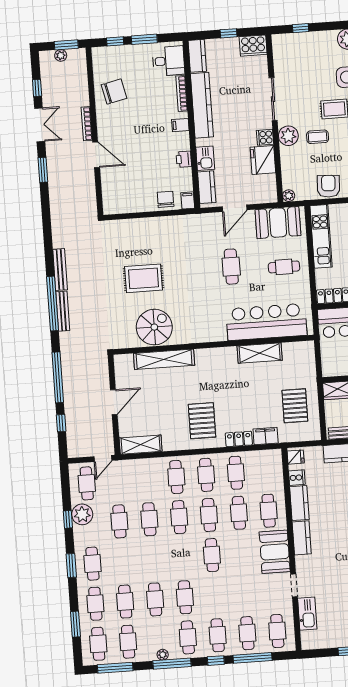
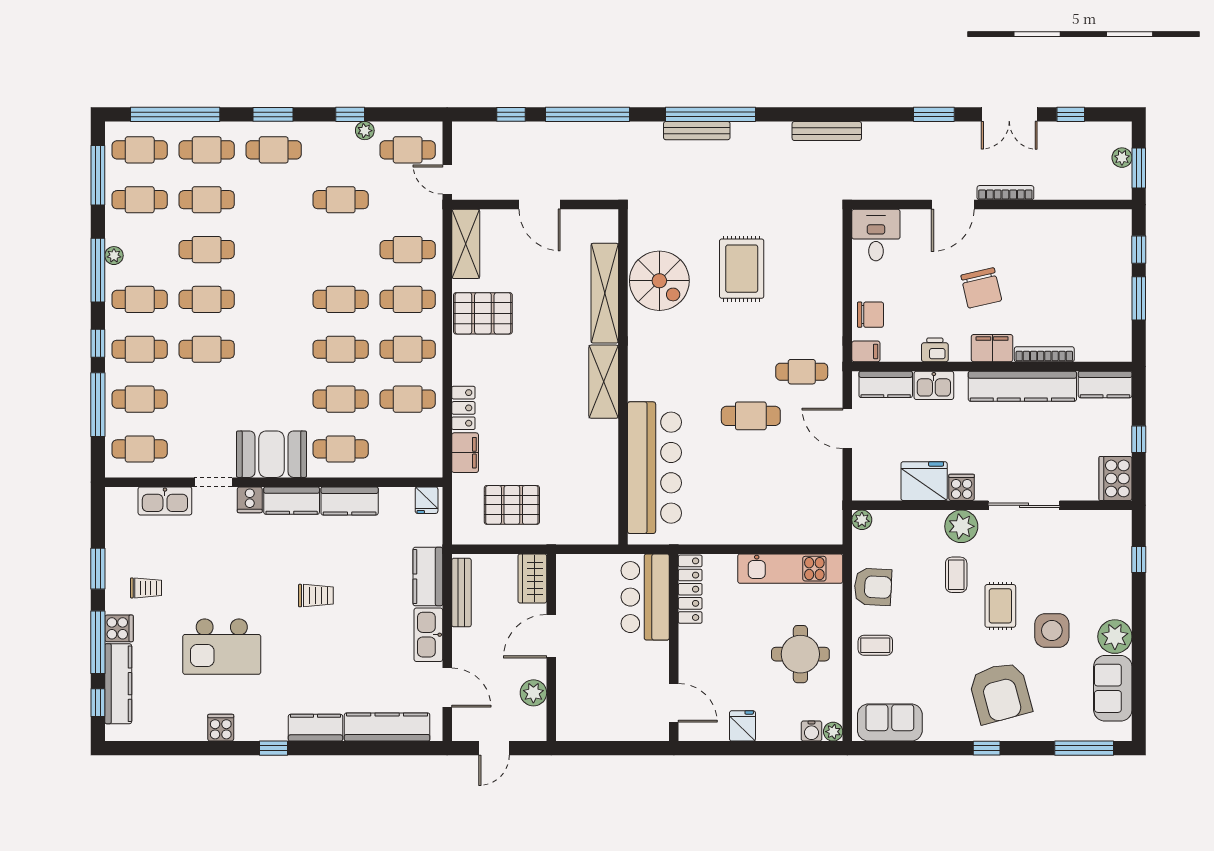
desk: (168, 61) -> (876, 235), moved, turned 180
chair: (114, 92) -> (981, 288), moved
filing cabinet: (180, 125) -> (992, 348), width x2.00
booth: (278, 223) -> (818, 499), removed
cafe table: (284, 267) -> (802, 372), moved, turned 90
bench: (60, 270) -> (827, 131), moved
shelving: (260, 353) -> (604, 382), moved
pallet: (202, 421) -> (483, 313), moved
cooker: (297, 478) -> (250, 500), moved
plant: (82, 514) -> (365, 131), width x0.53, depth x0.53
cafe table: (149, 519) -> (408, 250), moved
cafe table: (212, 555) -> (207, 349), moved
window: (75, 624) -> (175, 114), width x2.11

